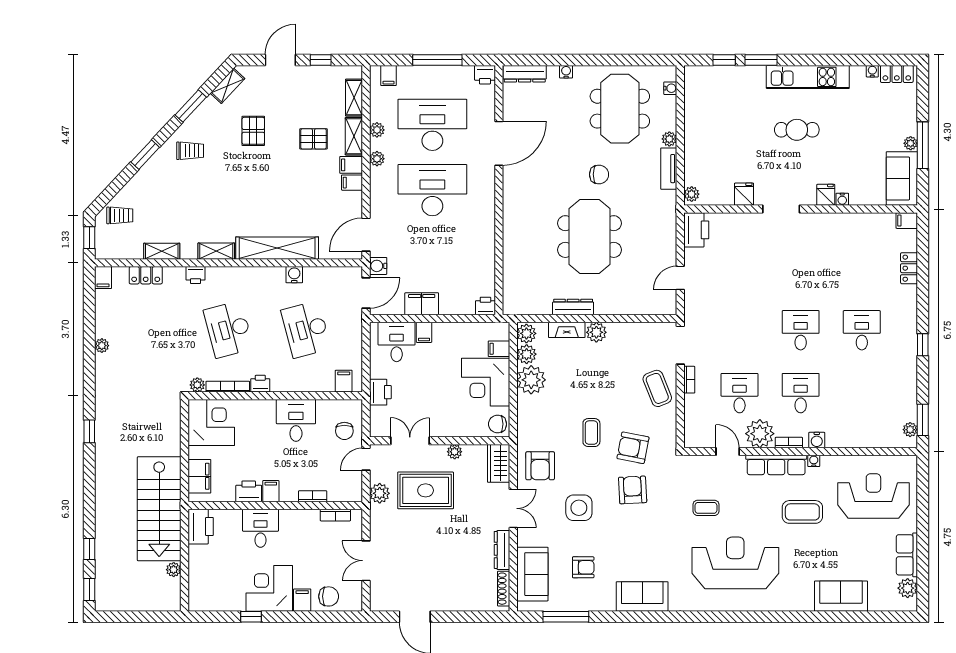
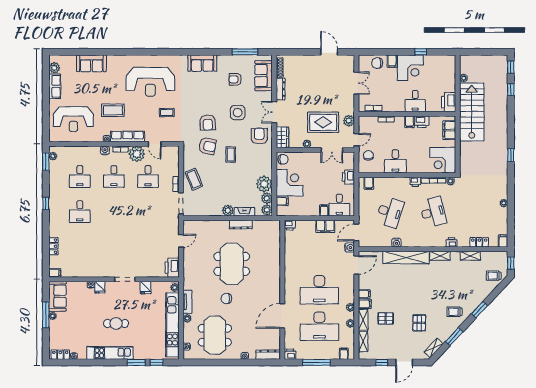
kitchen unit: (696, 127) -> (172, 325), added
desk: (306, 329) -> (390, 212), turned 33
desk: (801, 330) -> (80, 177), moved

